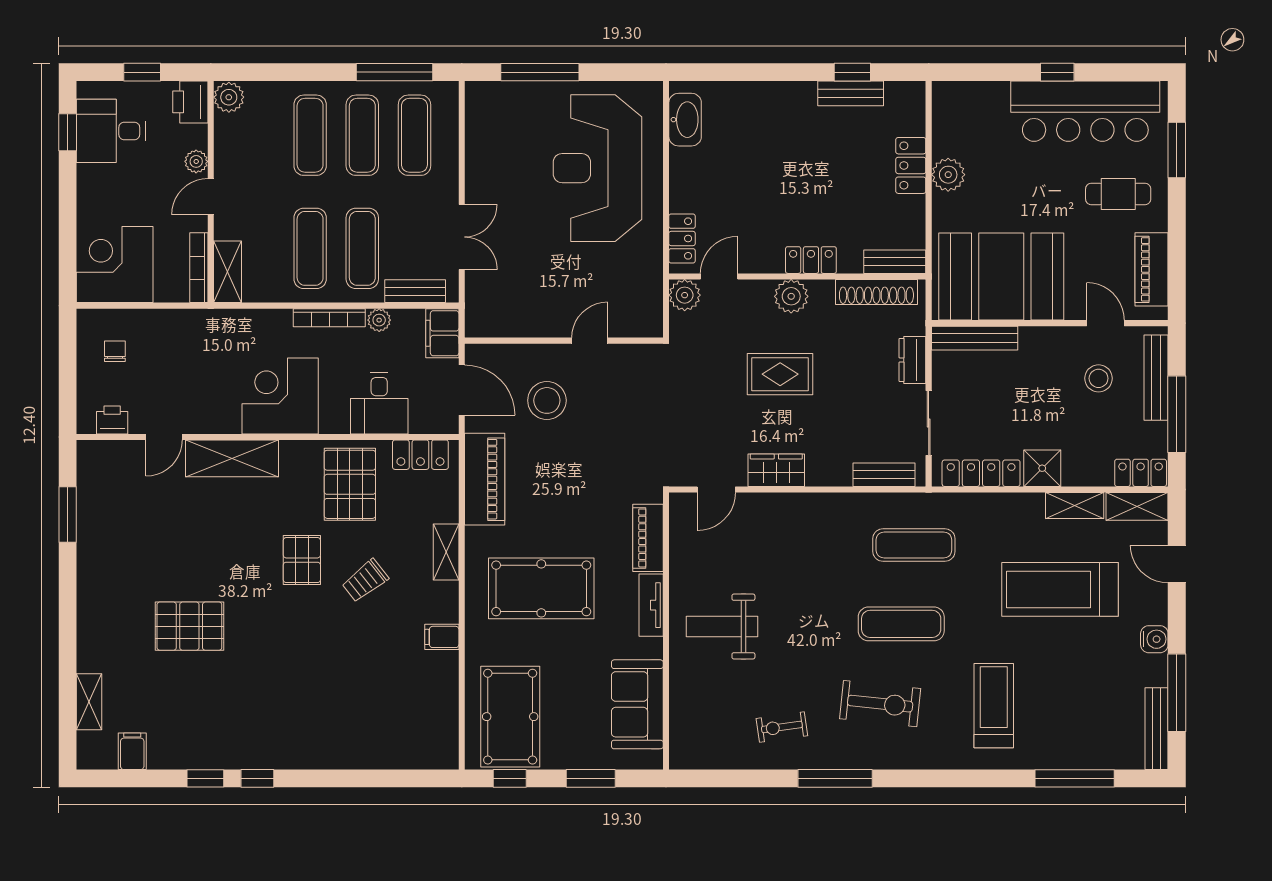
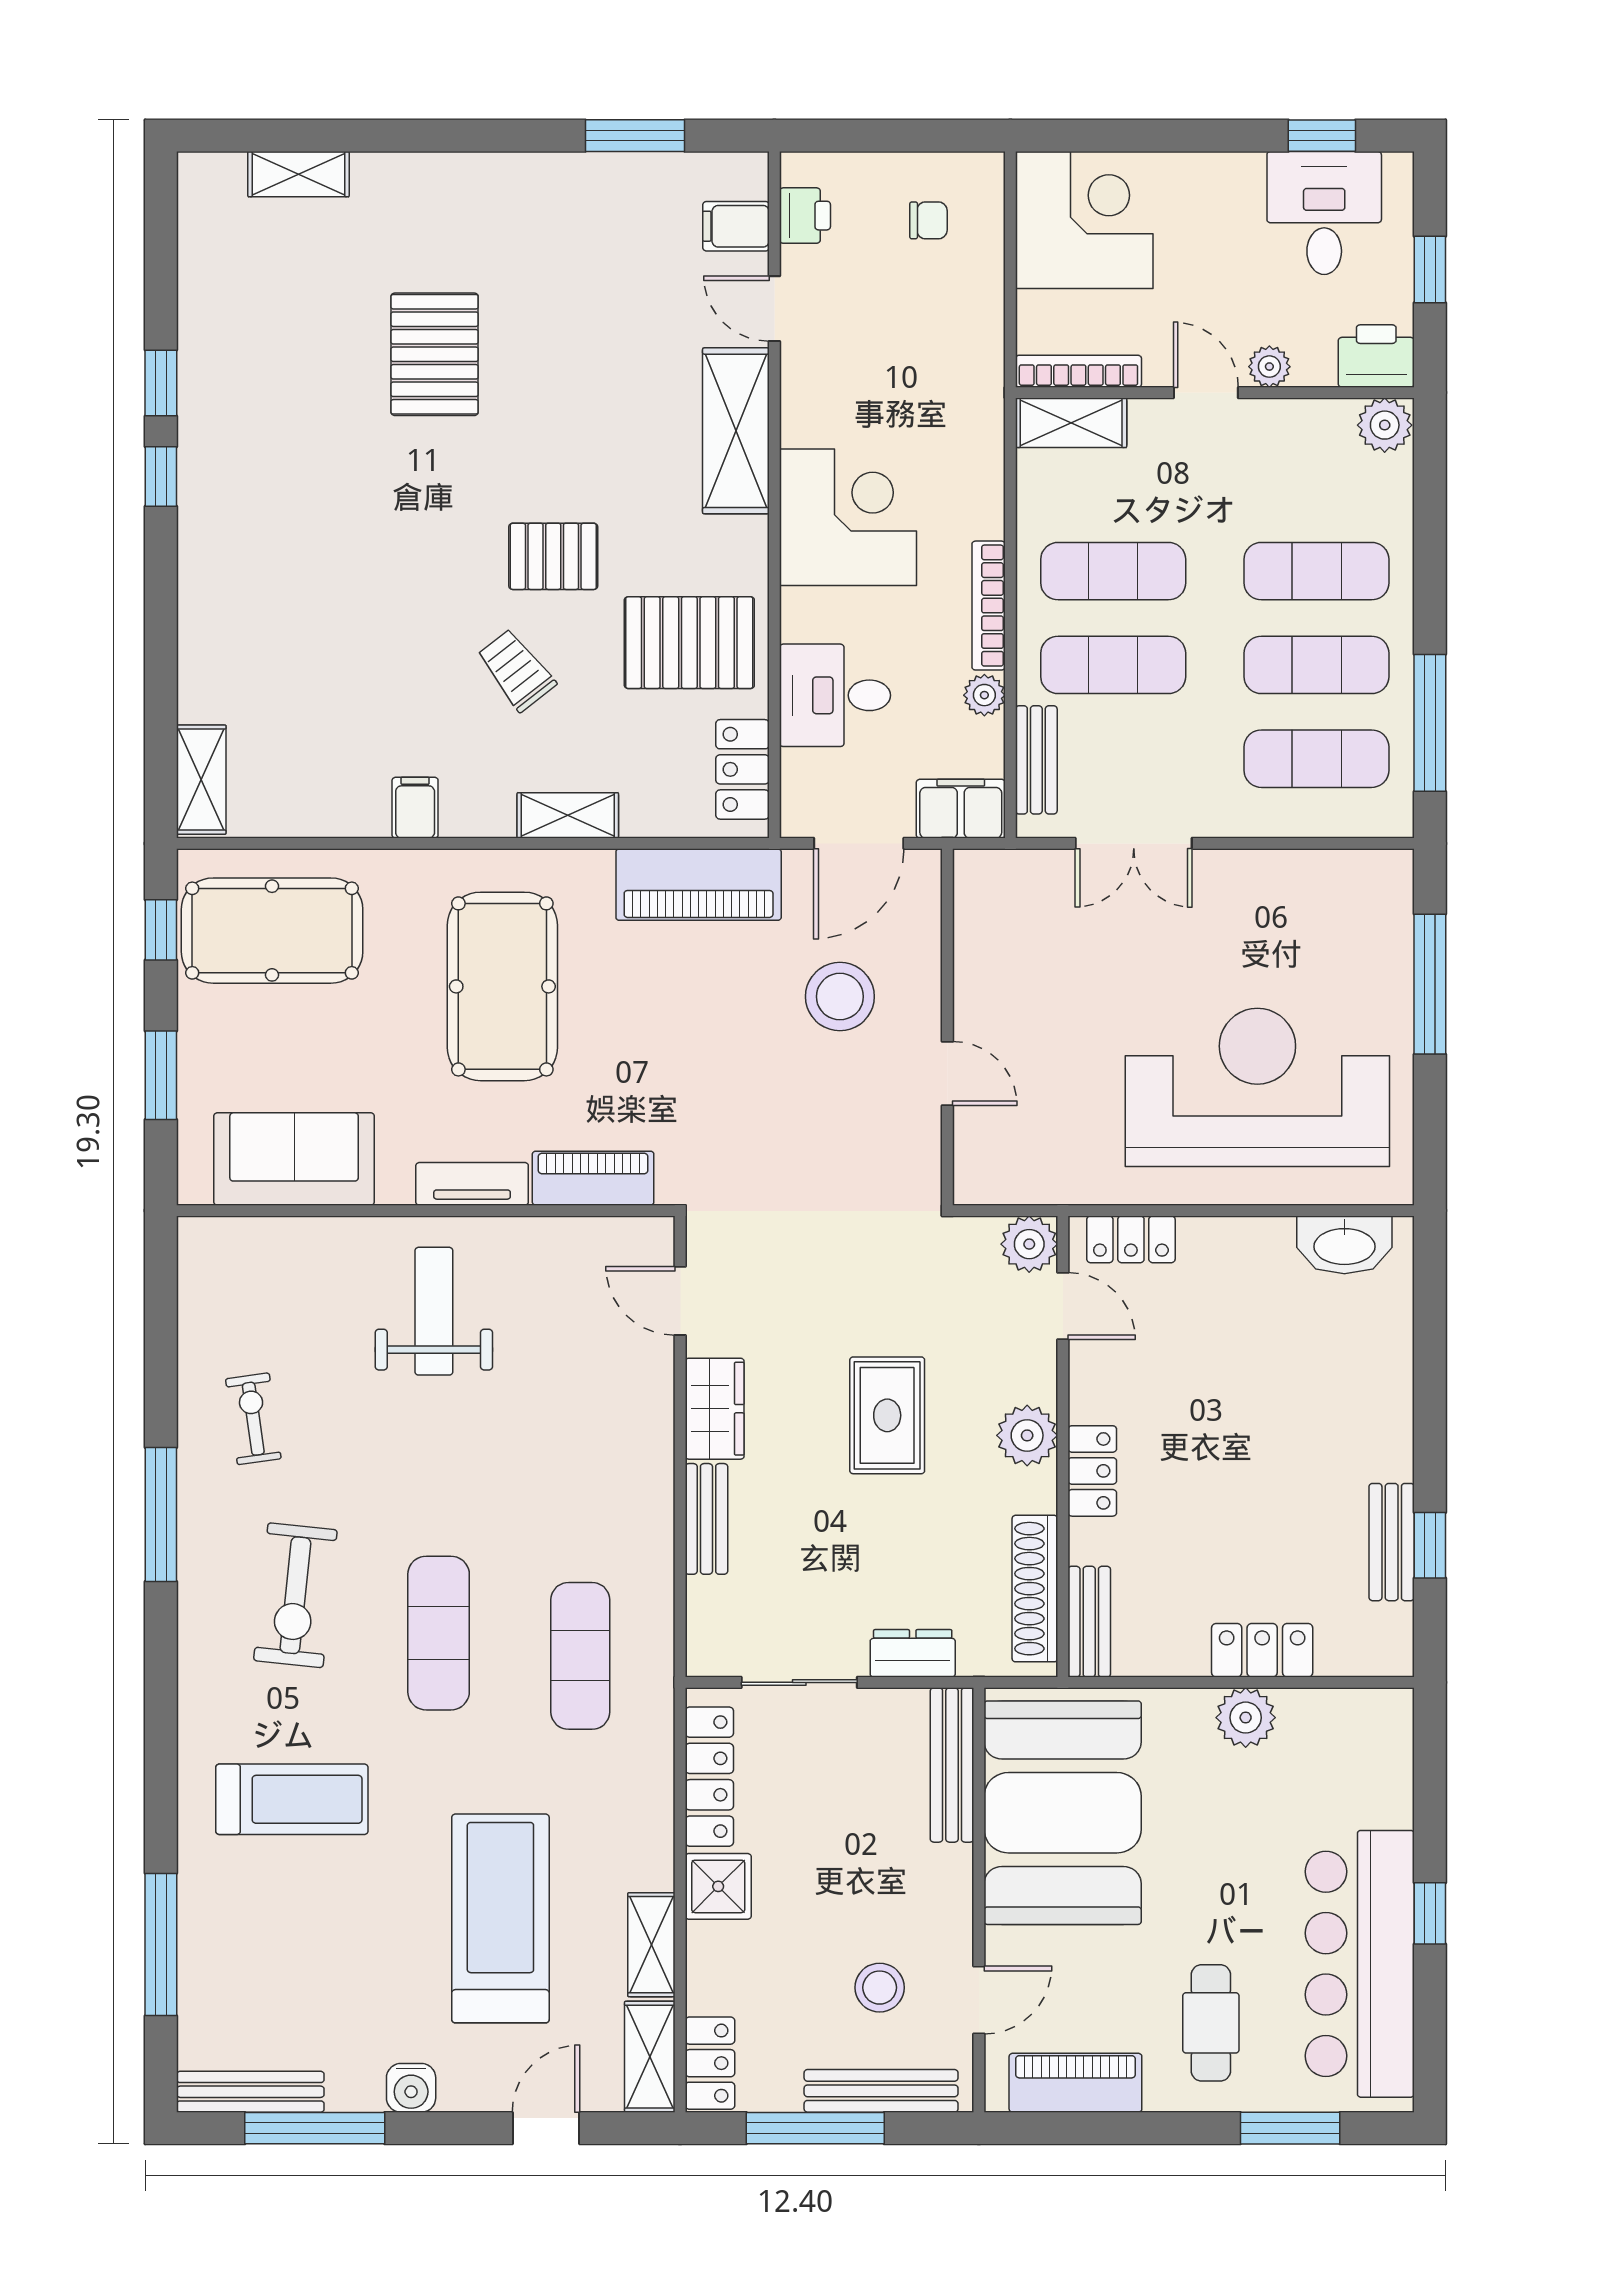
bench: (884, 475) -> (706, 1519), moved
filing cabinet: (132, 751) -> (736, 226), moved, turned 180
shelving: (426, 756) -> (201, 780), added

